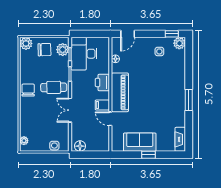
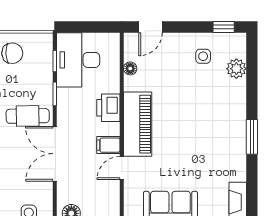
plant: (179, 43) -> (236, 69), moved
plant: (63, 50) -> (42, 53), removed
double door: (70, 110) -> (55, 154), width x1.37
door: (110, 119) -> (122, 168), hinge flipped

